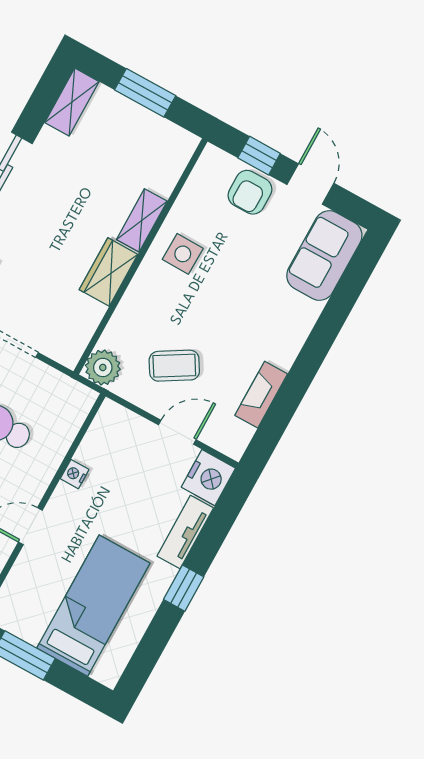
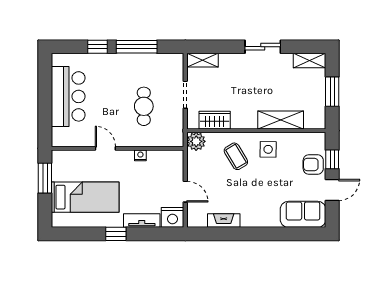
shelving: (142, 220) -> (281, 120), width x1.50, depth x1.33
wardrobe: (109, 272) -> (215, 120), moved
coffee table: (174, 366) -> (236, 156), moved

